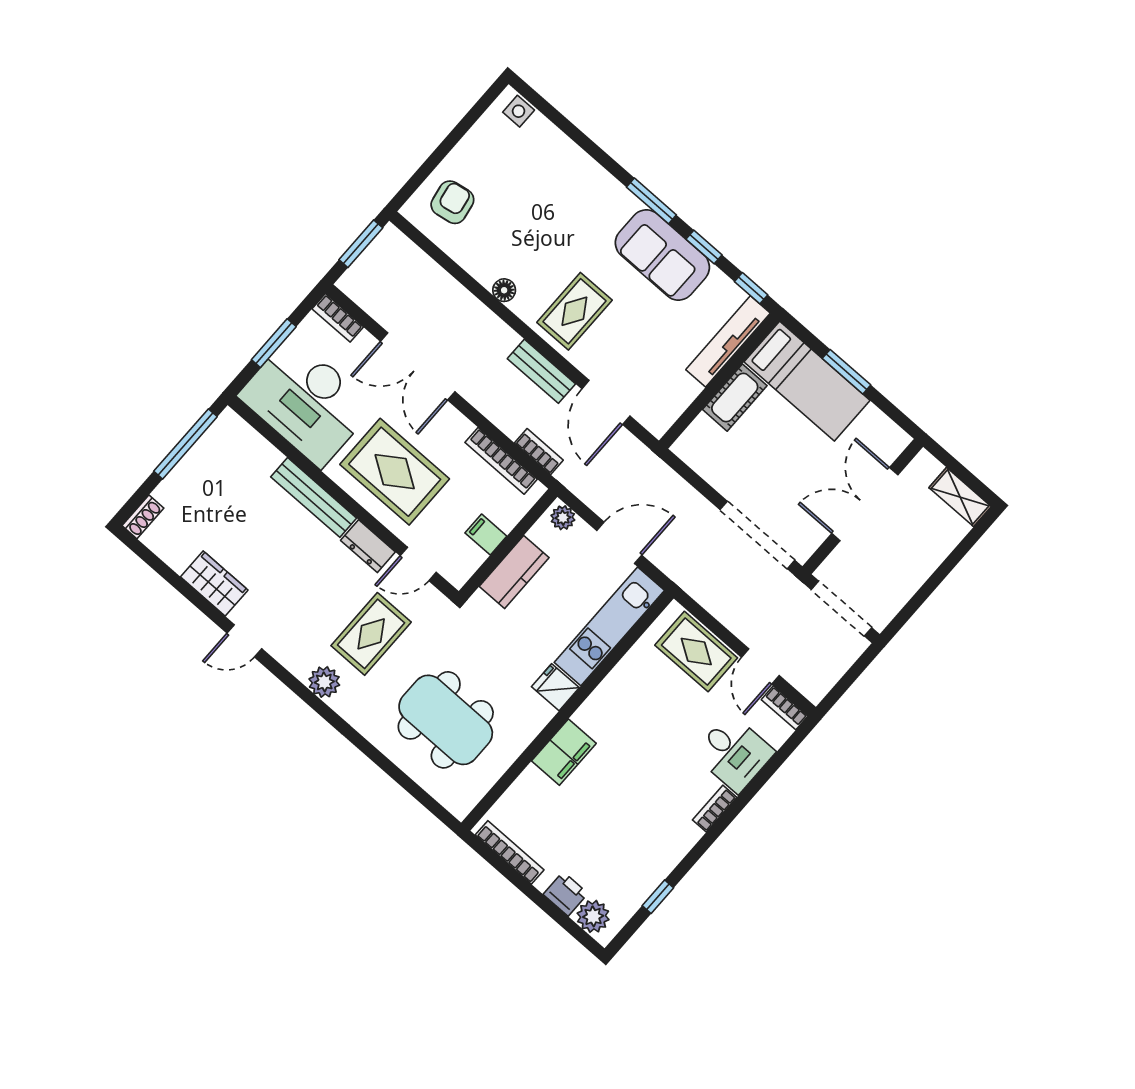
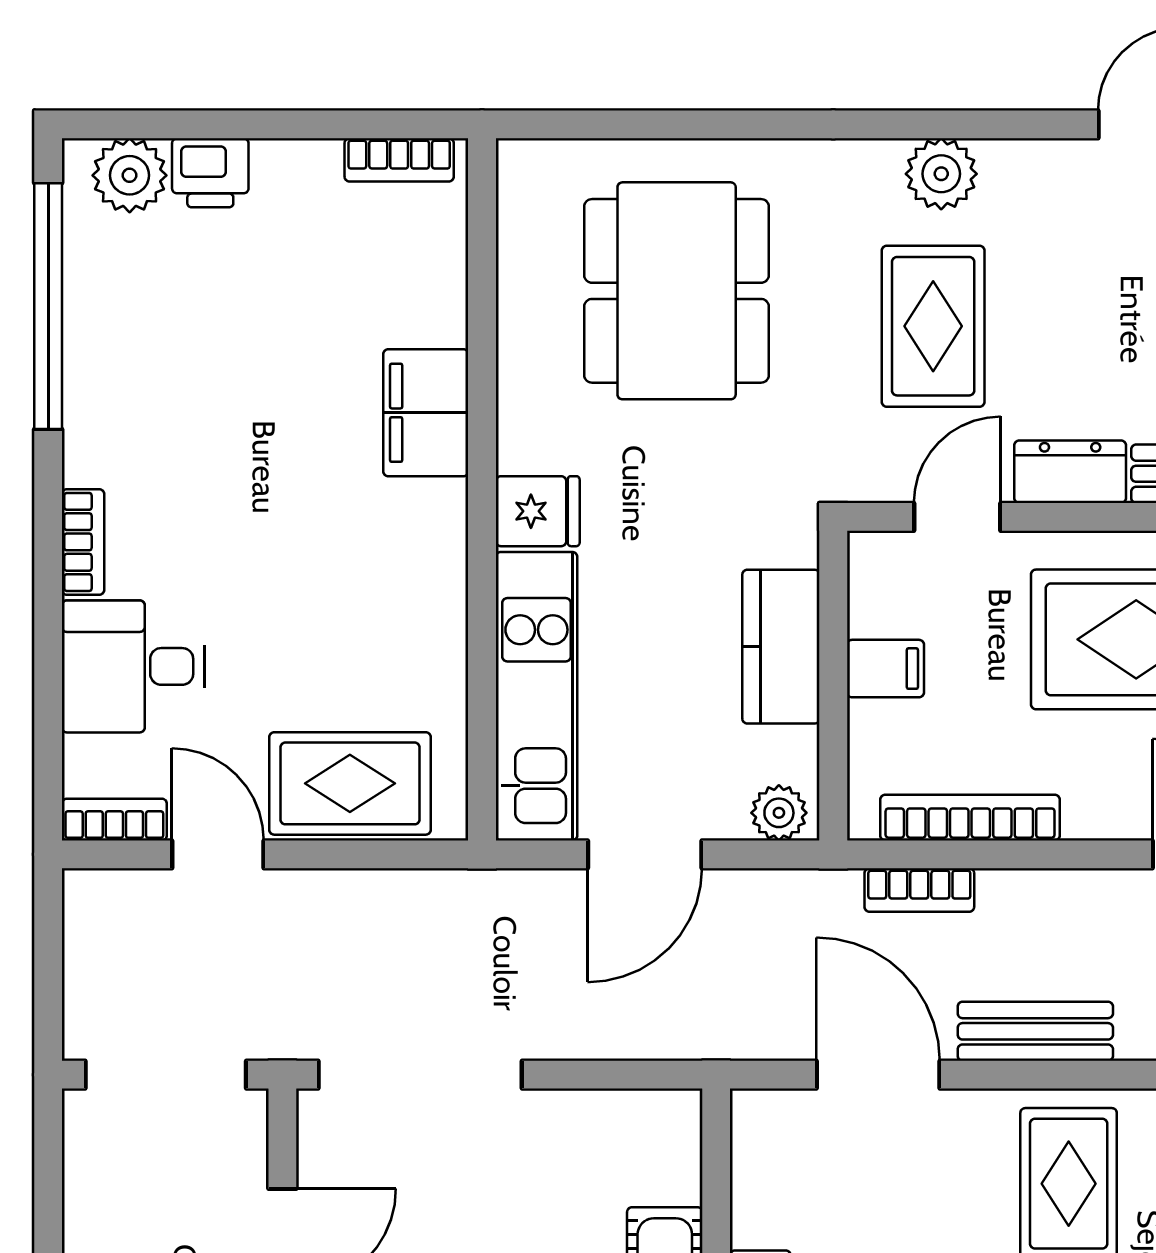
dining table: (446, 720) -> (677, 291), turned 90
bookcase: (510, 852) -> (399, 160), width x0.64
window: (658, 897) -> (48, 306), width x3.17

